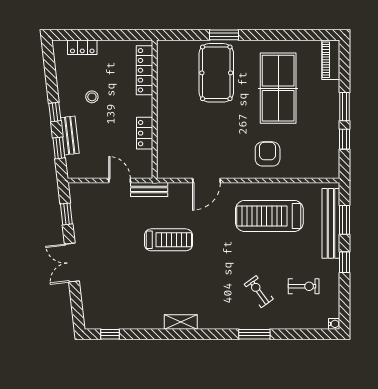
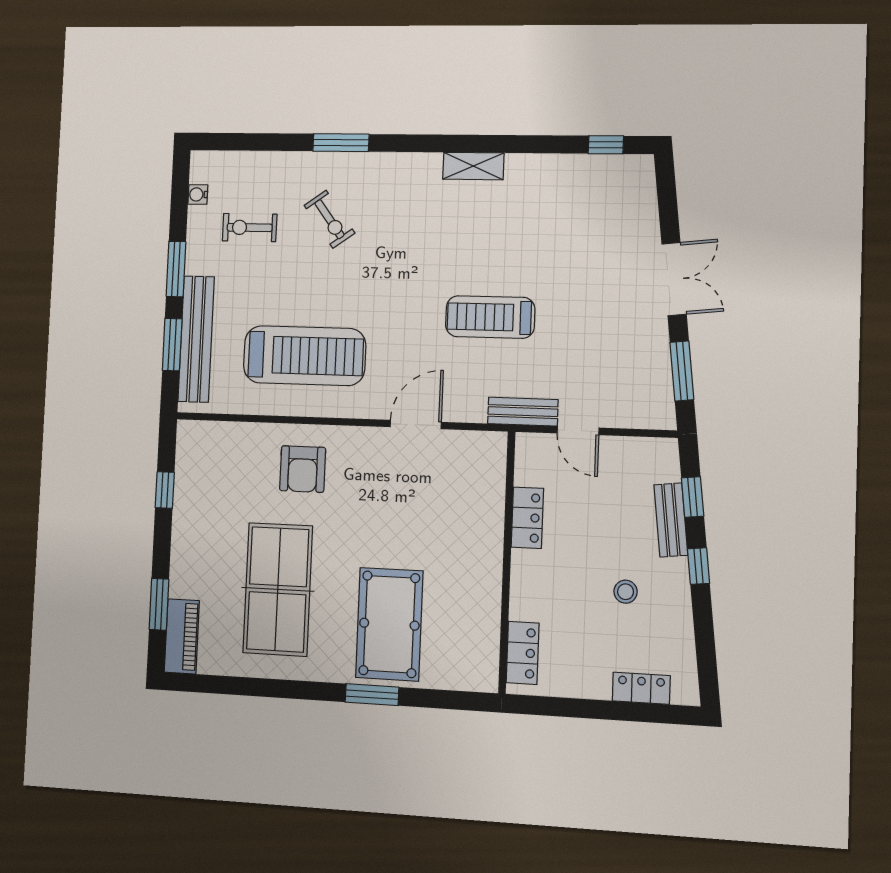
locker: (145, 70) -> (523, 653), width x0.66
window: (345, 107) -> (159, 604), moved
window: (66, 214) -> (682, 371), width x1.50
window: (345, 262) -> (176, 269), width x1.50
water cooler: (334, 324) -> (198, 194), moved

